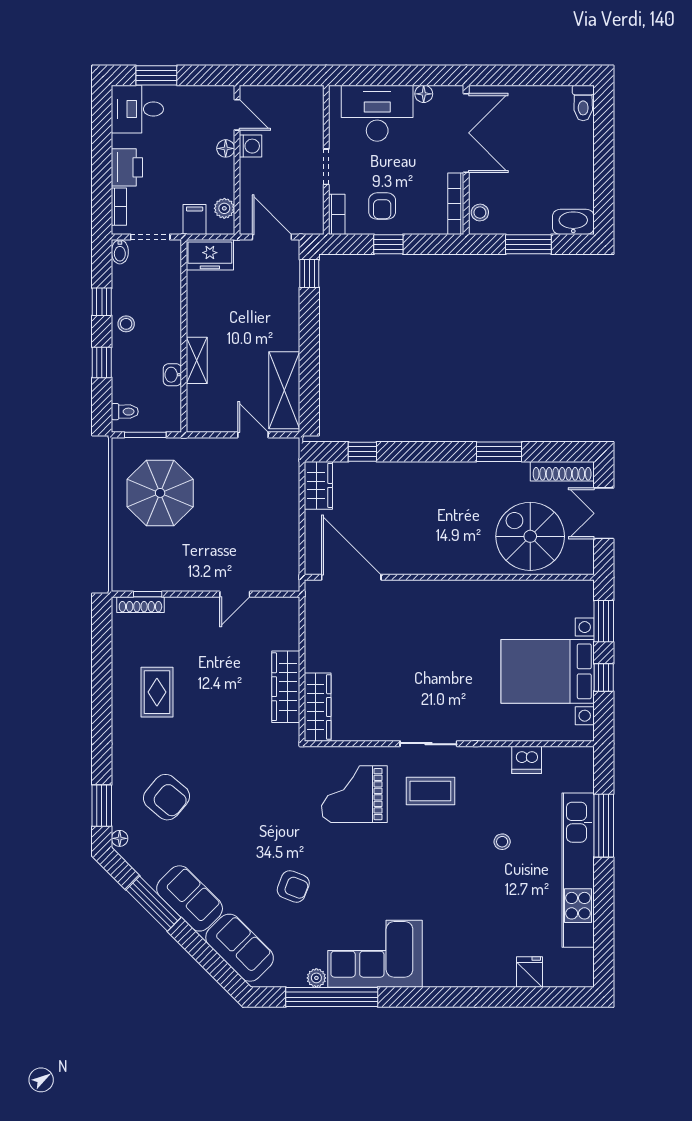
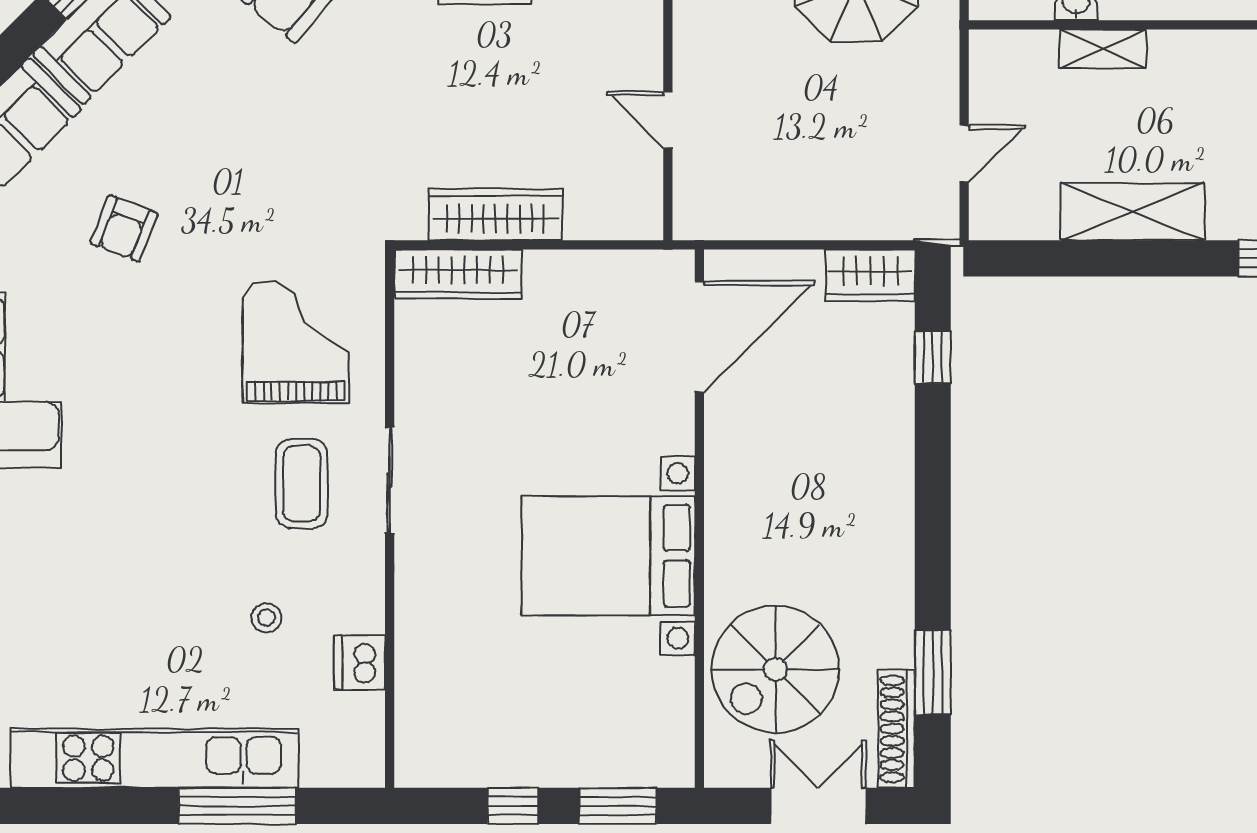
shelving: (284, 390) -> (1133, 212), moved
window: (499, 452) -> (933, 672), moved
spiral stairs: (530, 536) -> (775, 669), turned 180
bed with nightstands: (548, 671) -> (608, 556), moved, turned -90
stool: (502, 842) -> (266, 618), moved

